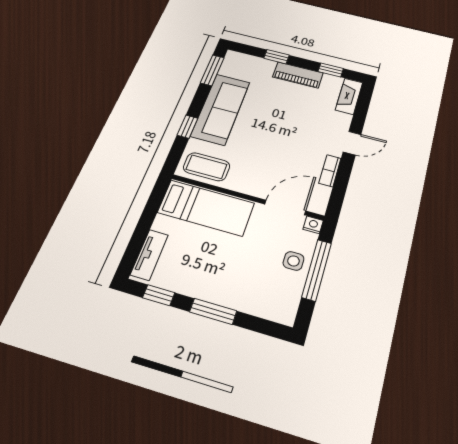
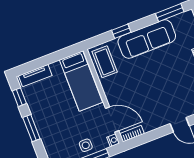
bookcase: (330, 171) -> (132, 134), moved

